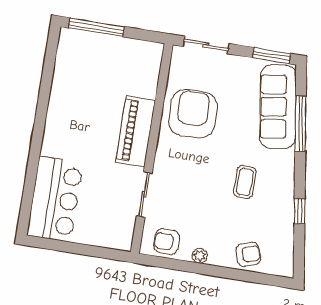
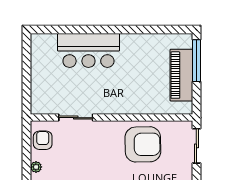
piano: (136, 131) -> (181, 75), moved, turned -90
bar counter: (55, 199) -> (88, 50), moved

